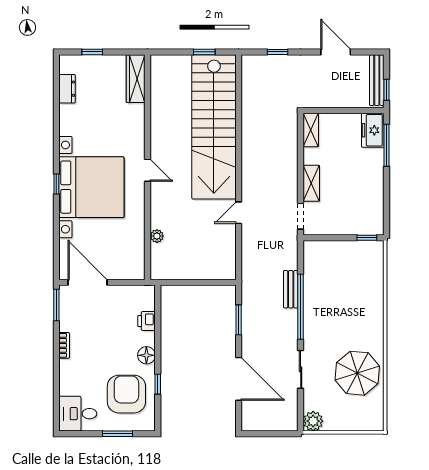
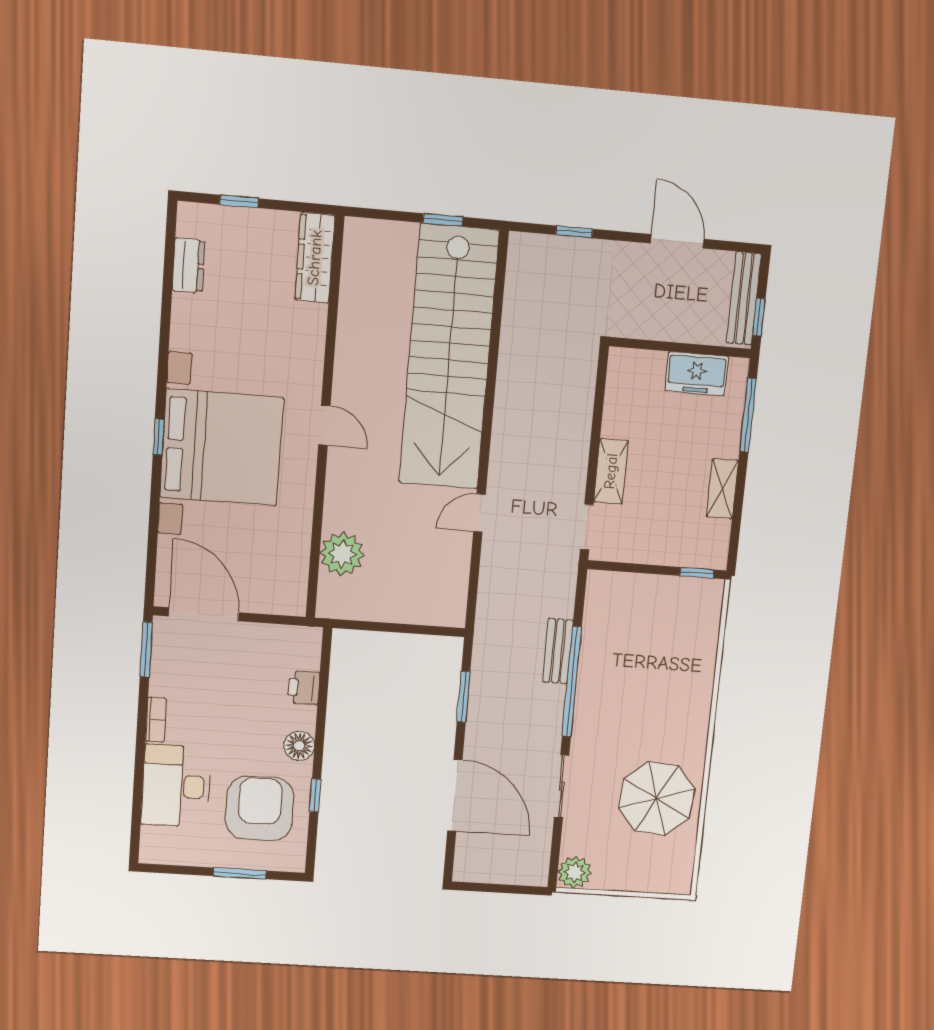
shelving: (311, 130) -> (722, 489), moved
freezer: (373, 130) -> (697, 374), moved, turned -90
plant: (157, 236) -> (342, 554), width x1.88, depth x1.88
desk: (78, 414) -> (176, 786), moved, width x1.37

